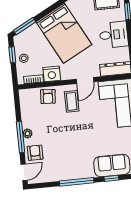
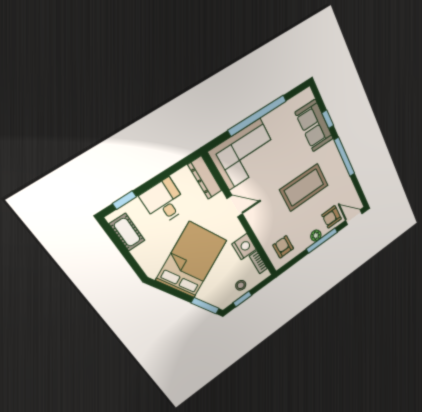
armchair: (48, 96) -> (283, 247), moved, turned -94
coffee table: (72, 101) -> (304, 187), moved, width x1.86, depth x1.72

